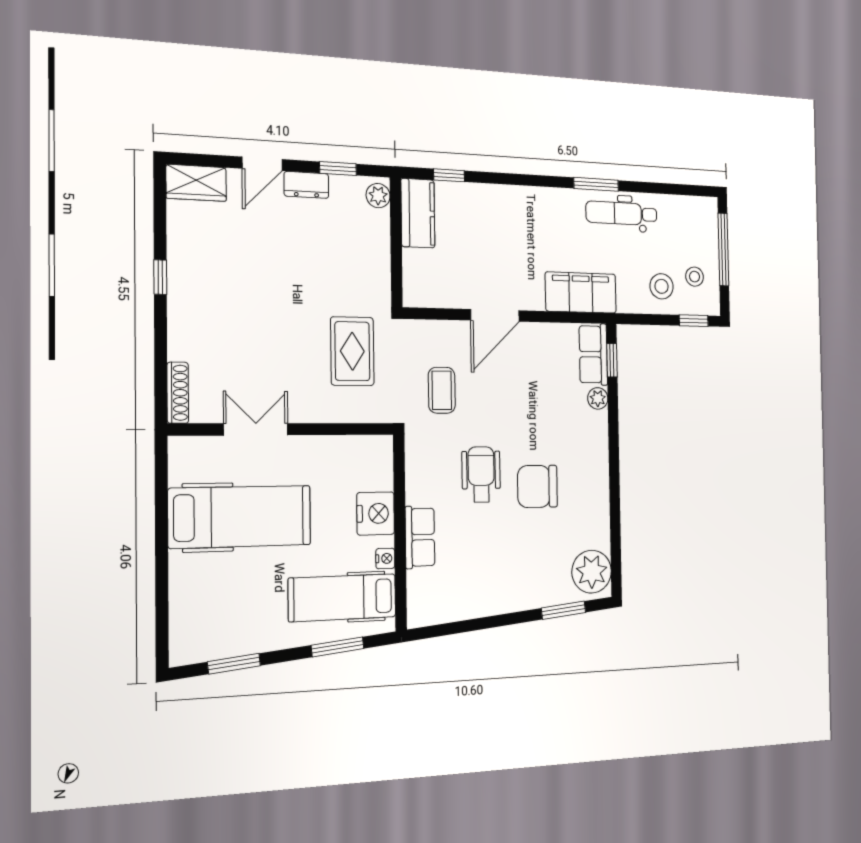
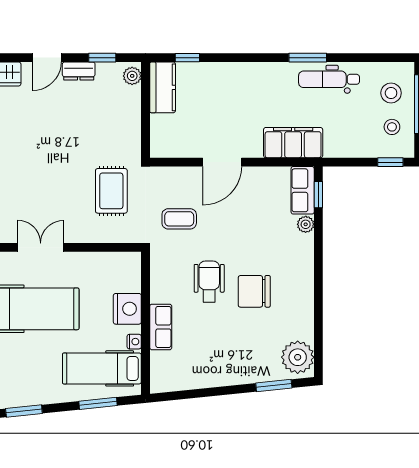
stool: (662, 286) -> (391, 93), moved
coffee table: (442, 390) -> (179, 219), turned 90

